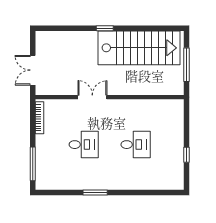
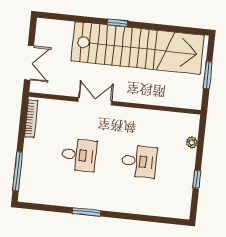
stairs: (139, 48) -> (138, 48), width x1.36
window: (187, 65) -> (208, 75), width x0.69
double door: (33, 70) -> (29, 63), swing flipped
plant: (179, 124) -> (192, 142), added

